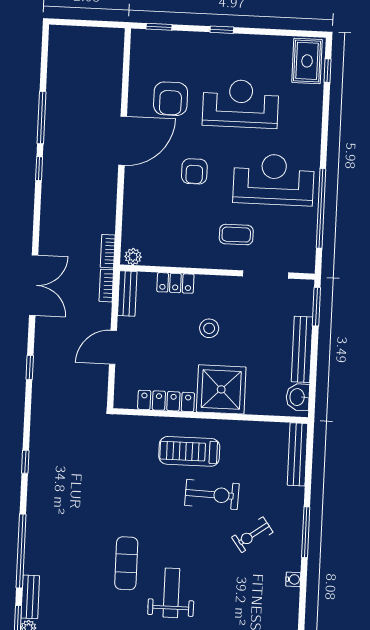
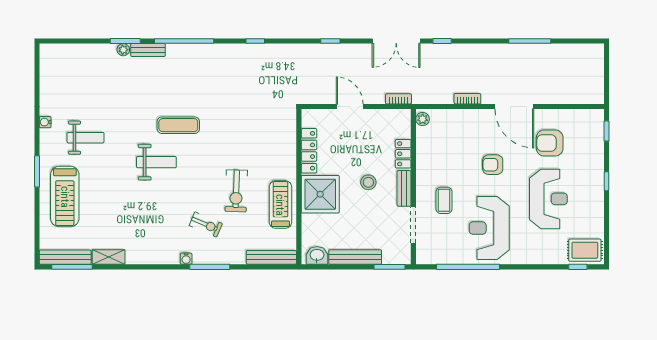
window: (39, 169) -> (442, 41), moved
reception desk: (274, 180) -> (489, 228), turned 180
bookcase: (108, 251) -> (467, 99), moved
bench: (127, 294) -> (404, 188), moved, turned 90
treadmill: (189, 451) -> (280, 205), moved
exercise bike: (252, 535) -> (206, 224), turned 149
water cooler: (293, 579) -> (186, 259), moved

